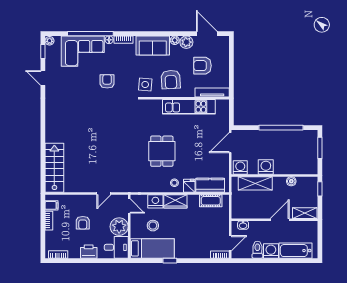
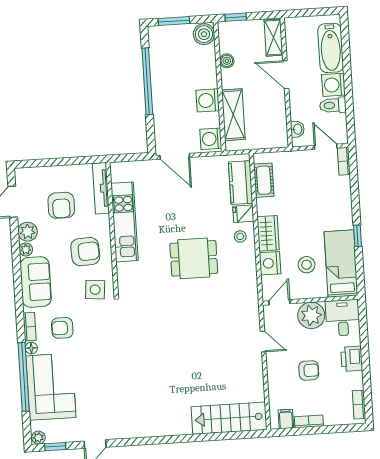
armchair: (107, 81) -> (62, 328), moved
boiler: (310, 167) -> (204, 34), added

